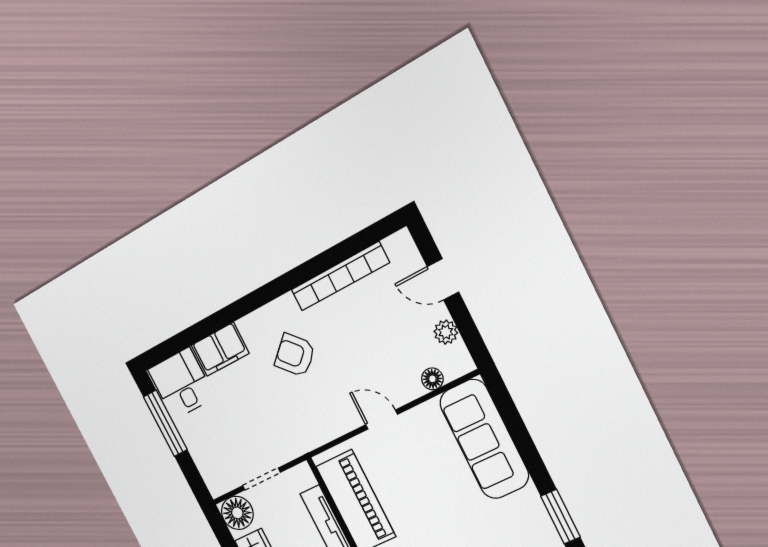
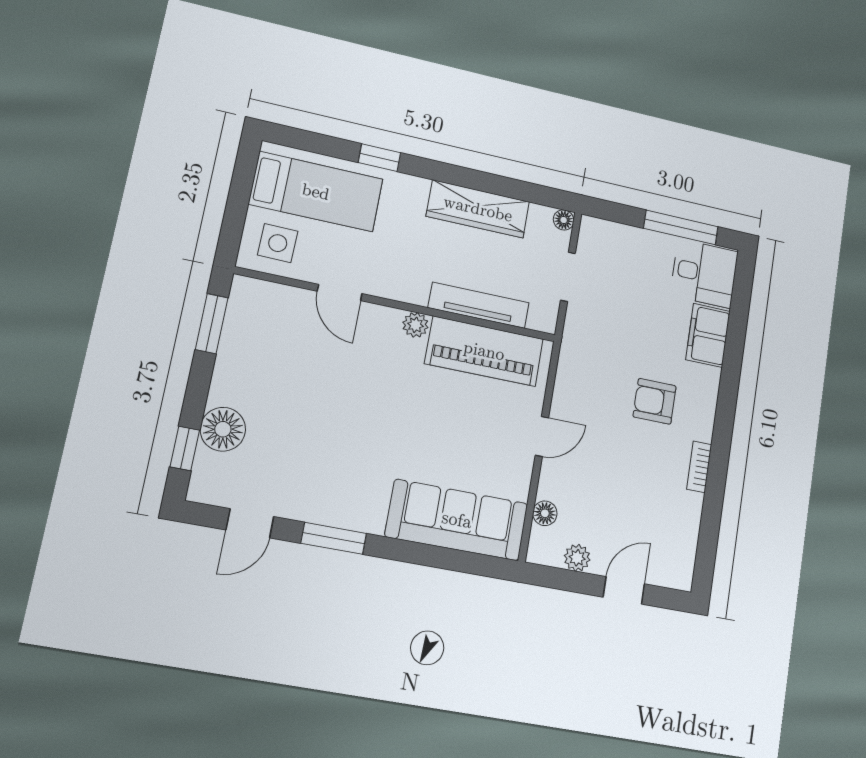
bookcase: (340, 276) -> (699, 467), width x0.43, depth x0.76
armchair: (295, 355) -> (655, 401), turned -137
floor lamp: (237, 513) -> (564, 220), width x0.53, depth x0.53

